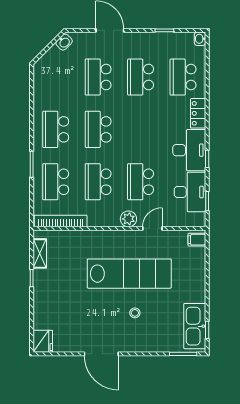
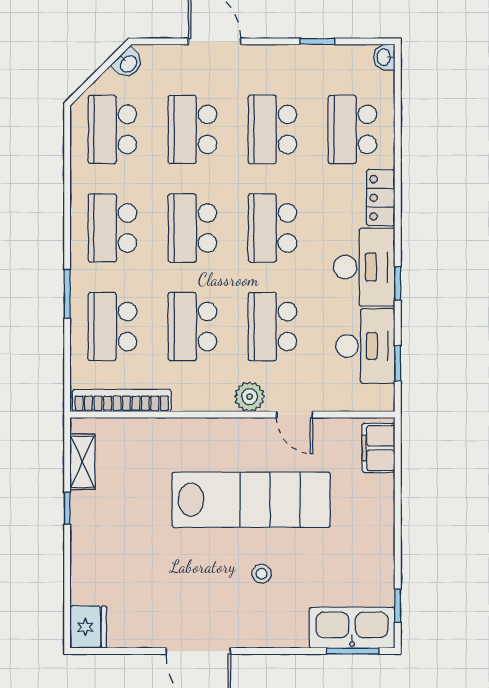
school desk: (56, 77) -> (112, 129), added
school desk: (141, 129) -> (272, 228), added
door: (152, 228) -> (295, 415), swing flipped
filing cabinet: (197, 240) -> (378, 448), width x2.00
kitchen sink: (195, 326) -> (352, 628), moved, turned 90

